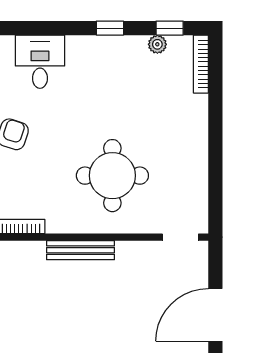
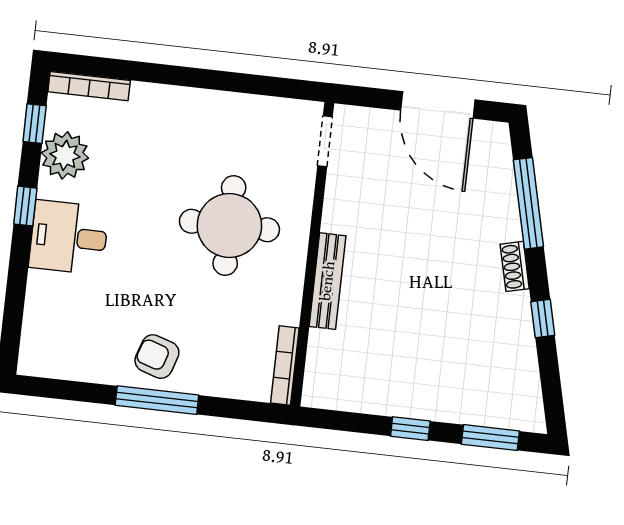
plant: (157, 44) -> (65, 155), width x1.87, depth x1.87
desk: (40, 62) -> (69, 237), moved

